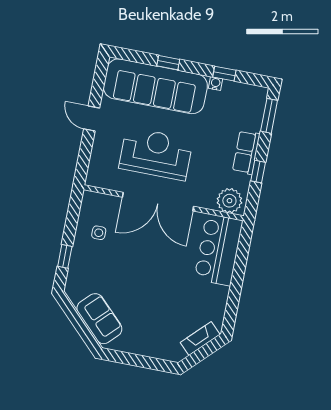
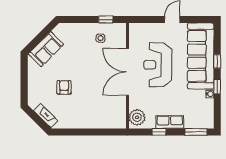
window: (224, 74) -> (217, 87), moved
reception desk: (156, 154) -> (158, 65), turned 180
bar counter: (219, 250) -> (104, 116), removed
window: (65, 256) -> (106, 19), moved
armchair: (163, 303) -> (64, 87), added

